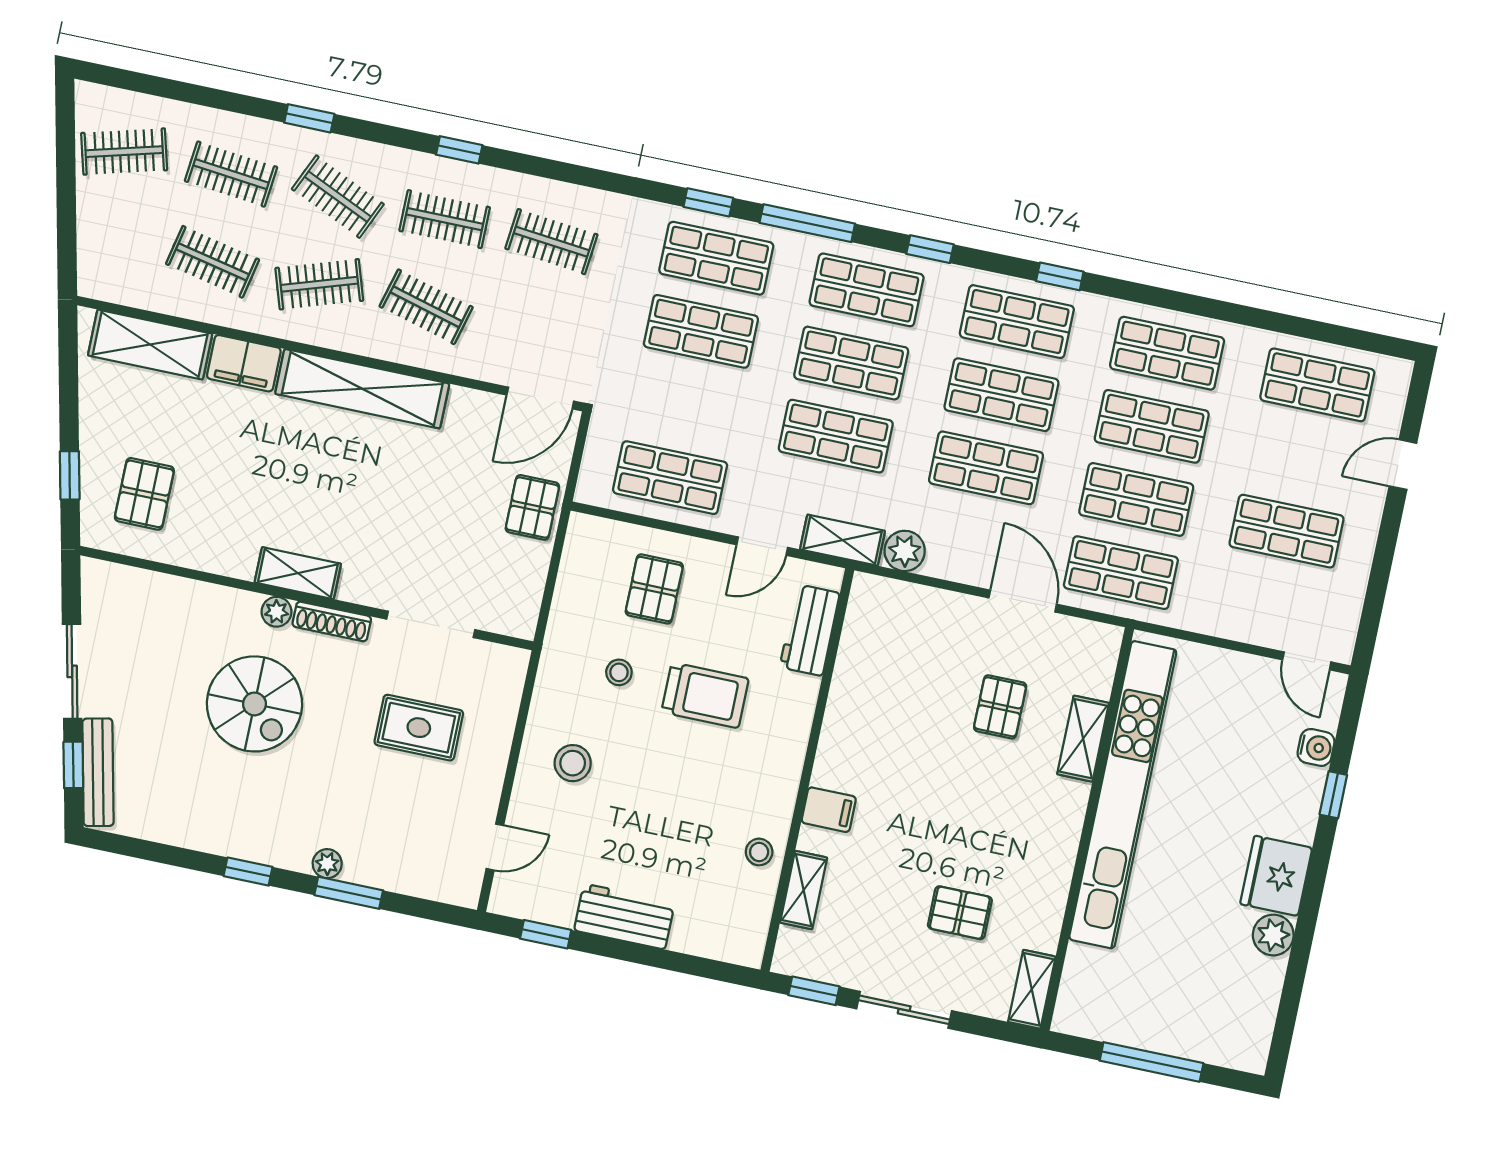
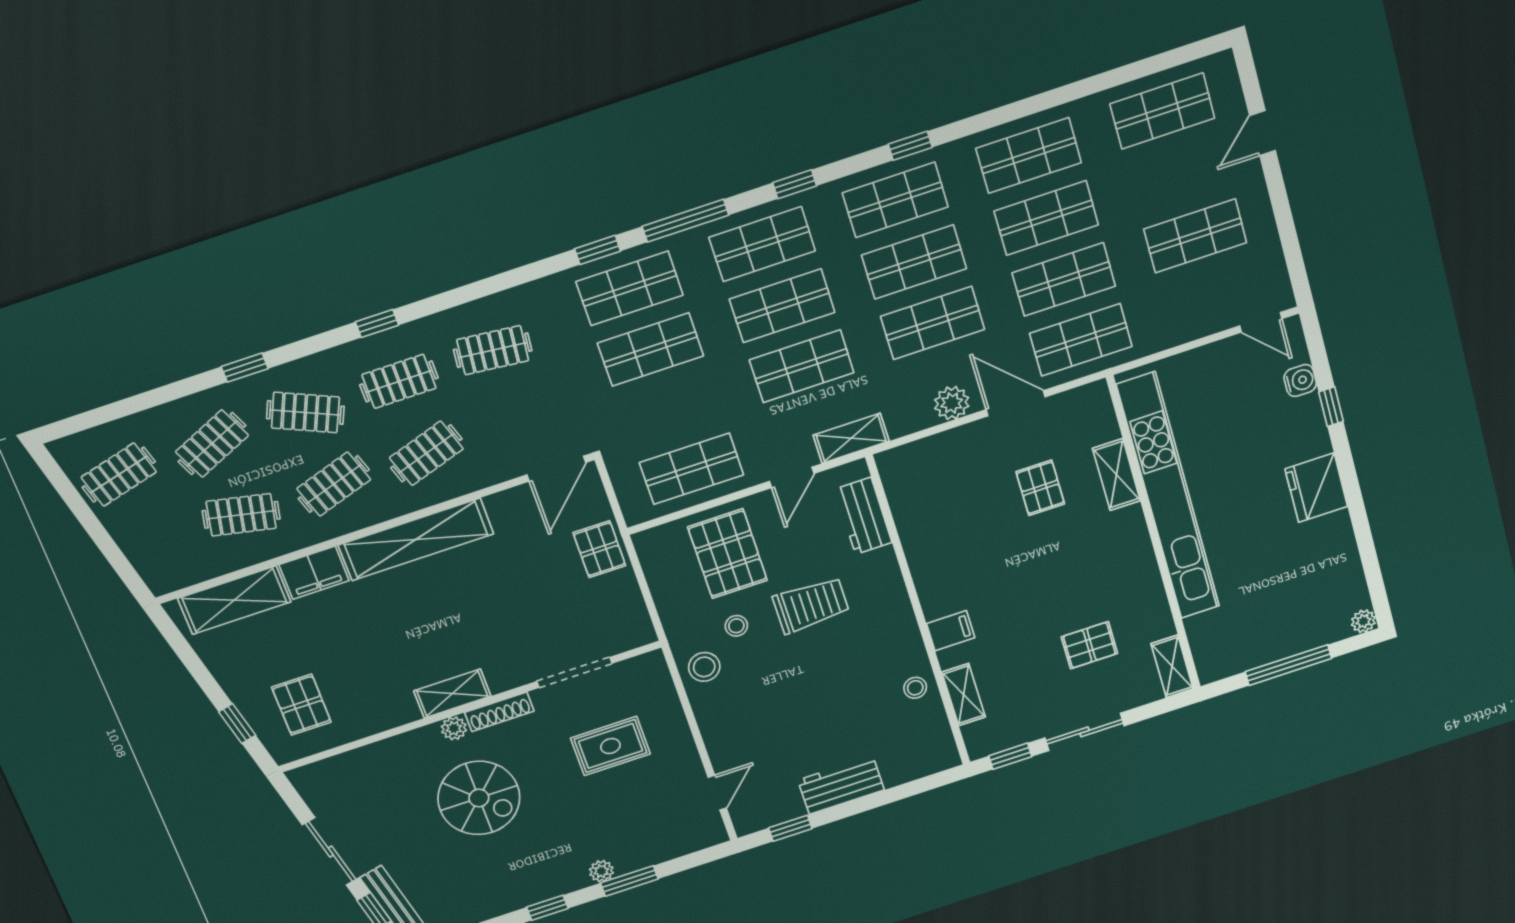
clothes rail: (231, 174) -> (212, 444), turned -30
clothes rail: (426, 307) -> (426, 453), turned -33
plant: (905, 551) -> (952, 403), moved
pallet: (654, 589) -> (728, 554), width x1.50, depth x1.42
stool: (573, 763) -> (704, 667), moved
plant: (1273, 935) -> (1363, 621), moved, width x0.73, depth x0.73

